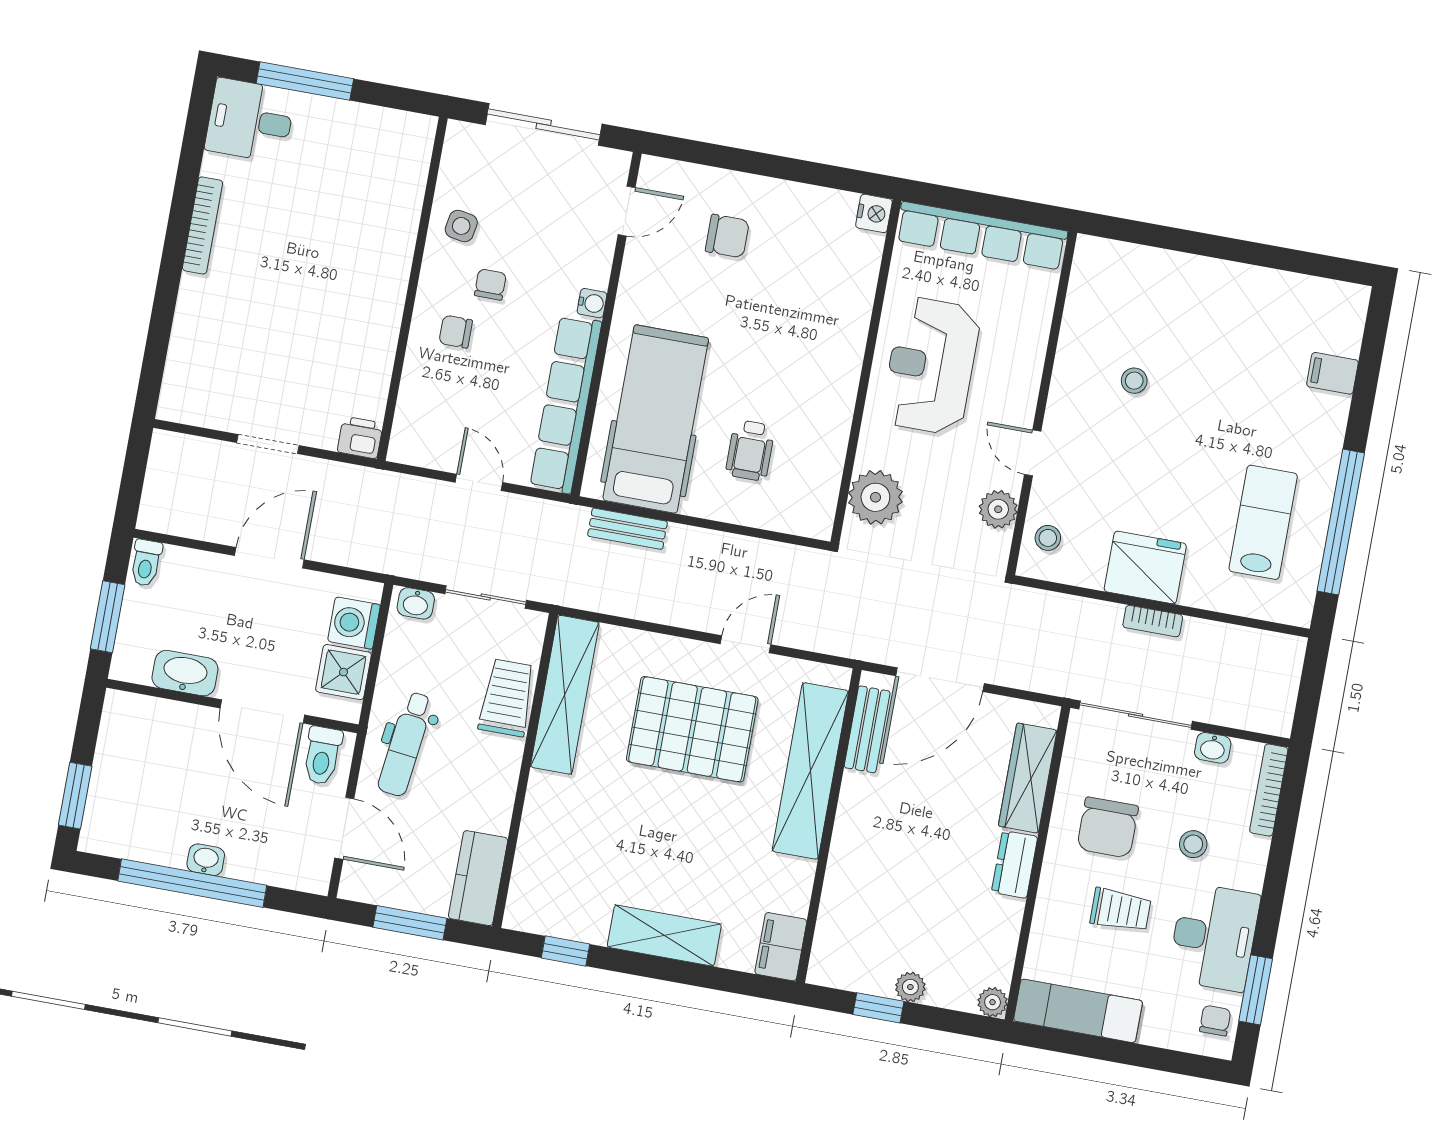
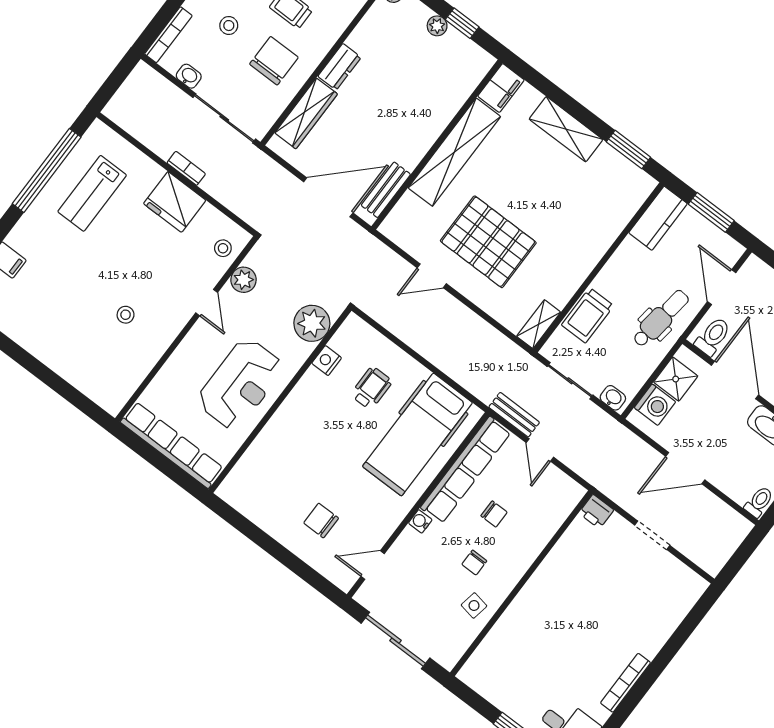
nightstand: (874, 213) -> (327, 361), moved
chair: (456, 332) -> (494, 514), moved
bench: (627, 529) -> (514, 415), moved
shelving: (565, 695) -> (539, 324), width x0.45, depth x0.75
shelving: (810, 771) -> (454, 152), moved
window: (566, 951) -> (628, 149), width x1.50

